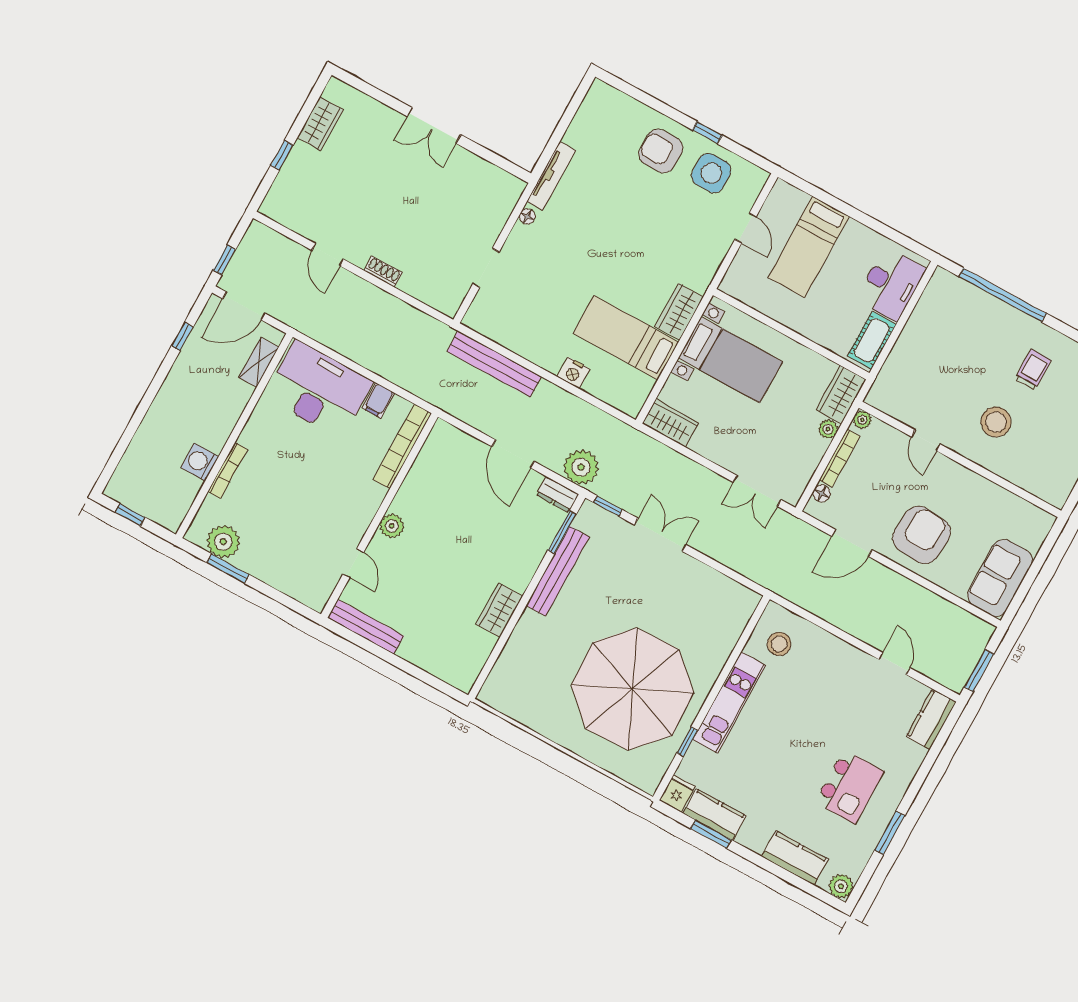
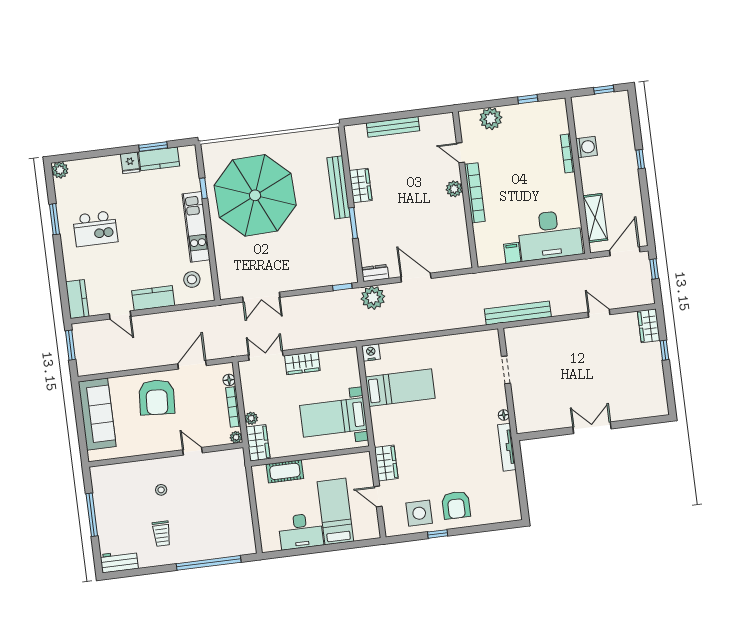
wardrobe: (320, 124) -> (649, 326), moved
armchair: (661, 151) -> (456, 505), turned 90
shoe rack: (383, 272) -> (561, 326), removed
desk: (891, 284) -> (301, 531), moved, turned -90
wardrobe: (679, 312) -> (386, 463), moved
window: (182, 336) -> (640, 159), moved
cot: (872, 340) -> (285, 471), moved, turned 90
shelving: (259, 362) -> (595, 218), width x1.50, depth x1.33
bench: (494, 364) -> (518, 313), moved
nightstand: (573, 373) -> (371, 353), moved
stool: (996, 422) -> (161, 490), width x0.53, depth x0.53
wardrobe: (670, 423) -> (302, 363), moved
bookcase: (402, 446) -> (475, 193), moved
window: (562, 532) -> (353, 223), moved
double door: (660, 535) -> (261, 297), moved
plant: (223, 542) -> (491, 119), moved
window: (228, 569) -> (528, 99), width x0.67
bench: (558, 571) -> (339, 187), moved
sofa: (1000, 578) -> (97, 414), width x1.36
bench: (366, 627) -> (393, 127), moved
kitchen island: (849, 787) -> (95, 229), turned -90
fridge: (677, 794) -> (130, 163), moved
kitchen counter: (795, 858) -> (153, 298), moved, turned 180

